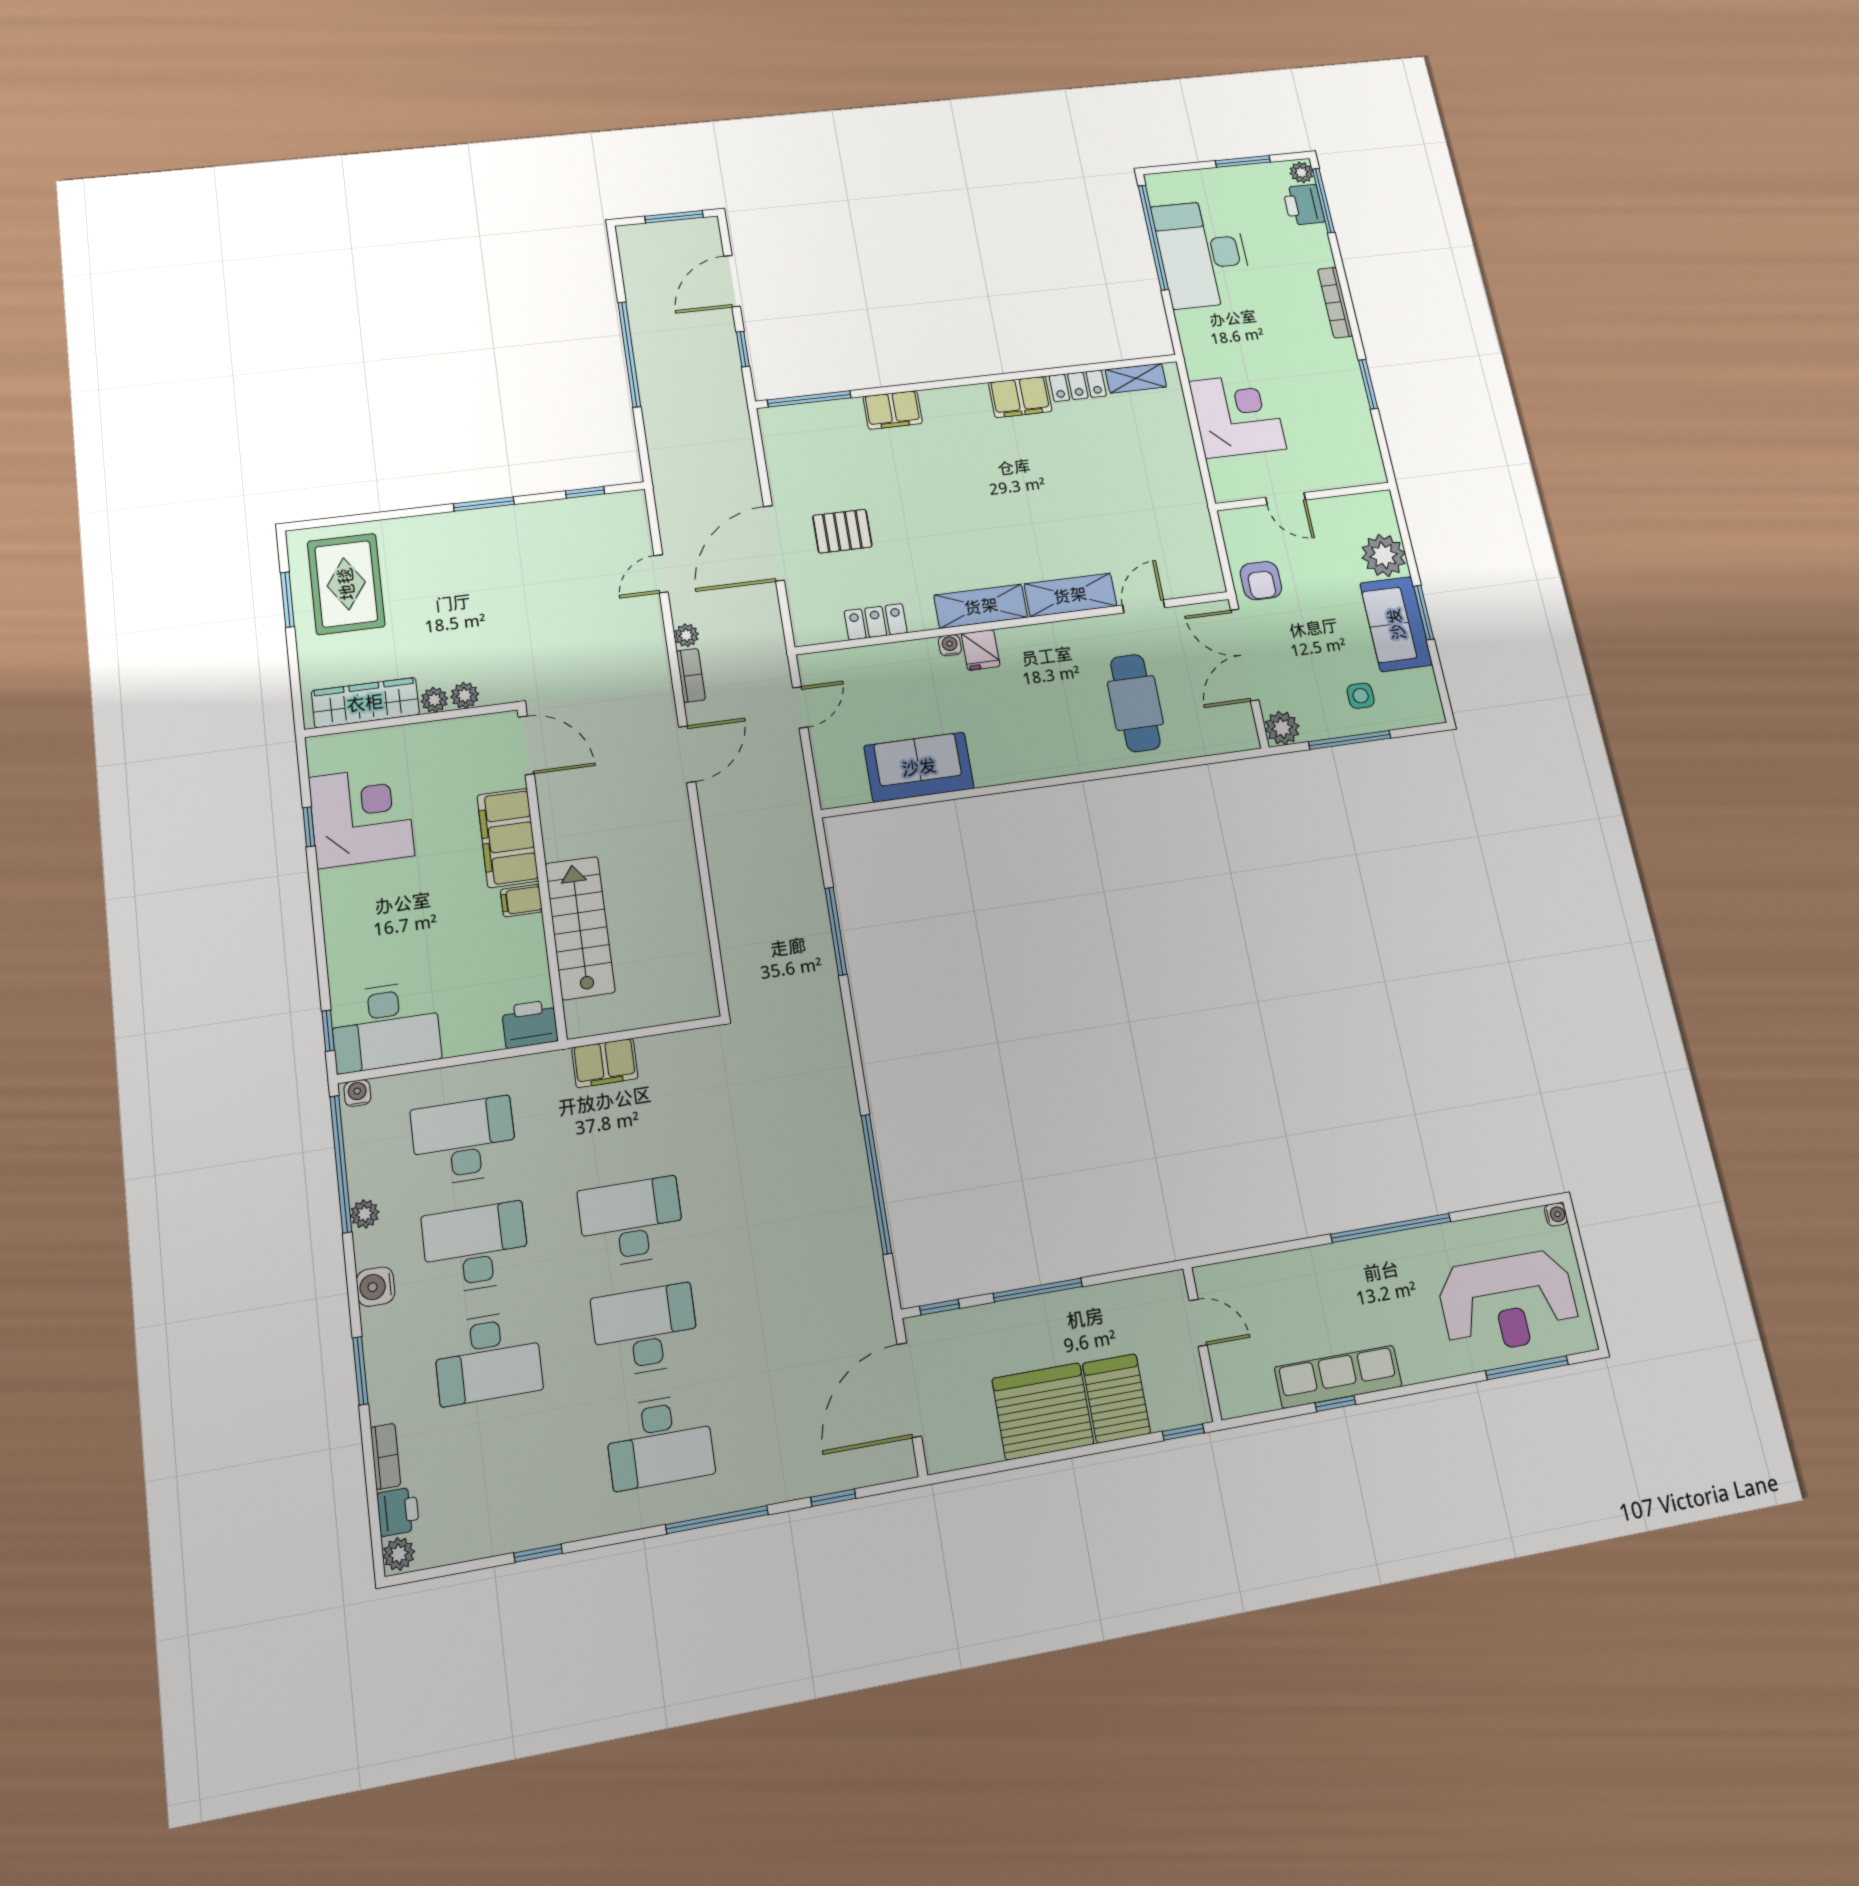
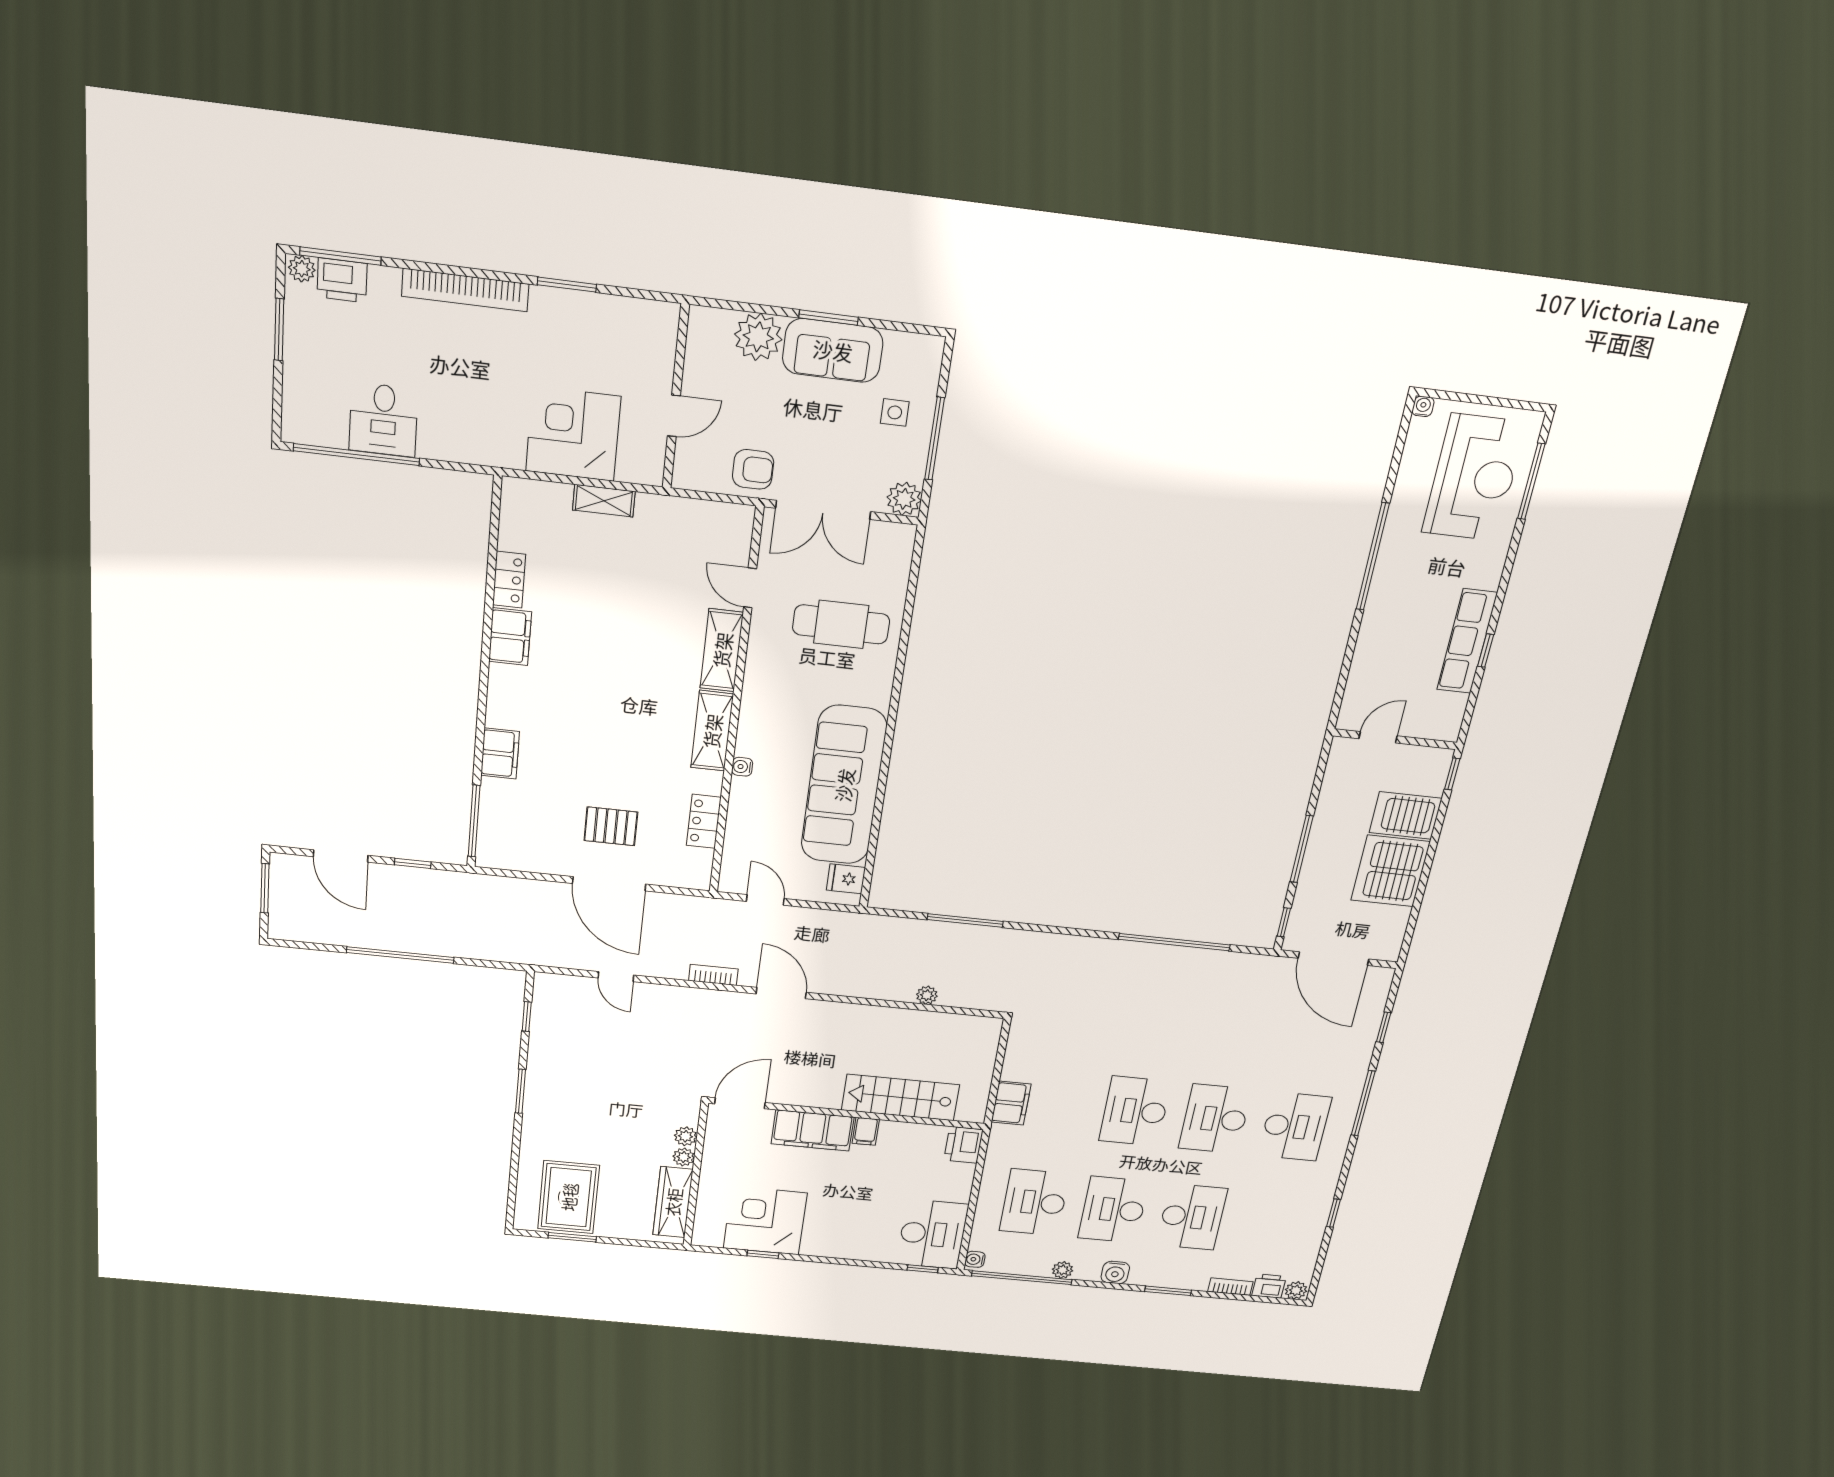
desk: (1203, 254) -> (383, 420), width x0.53, depth x0.77
bookcase: (1335, 303) -> (465, 290), width x1.48, depth x1.31
shelving: (1136, 378) -> (604, 501), moved, turned 90
pallet: (842, 531) -> (611, 826), turned 90
rug: (346, 584) -> (569, 1197), turned 90
plant: (686, 635) -> (927, 995), moved
fridge: (981, 650) -> (846, 879), moved, turned 180
sofa: (919, 767) -> (844, 785), width x1.85, depth x1.27

